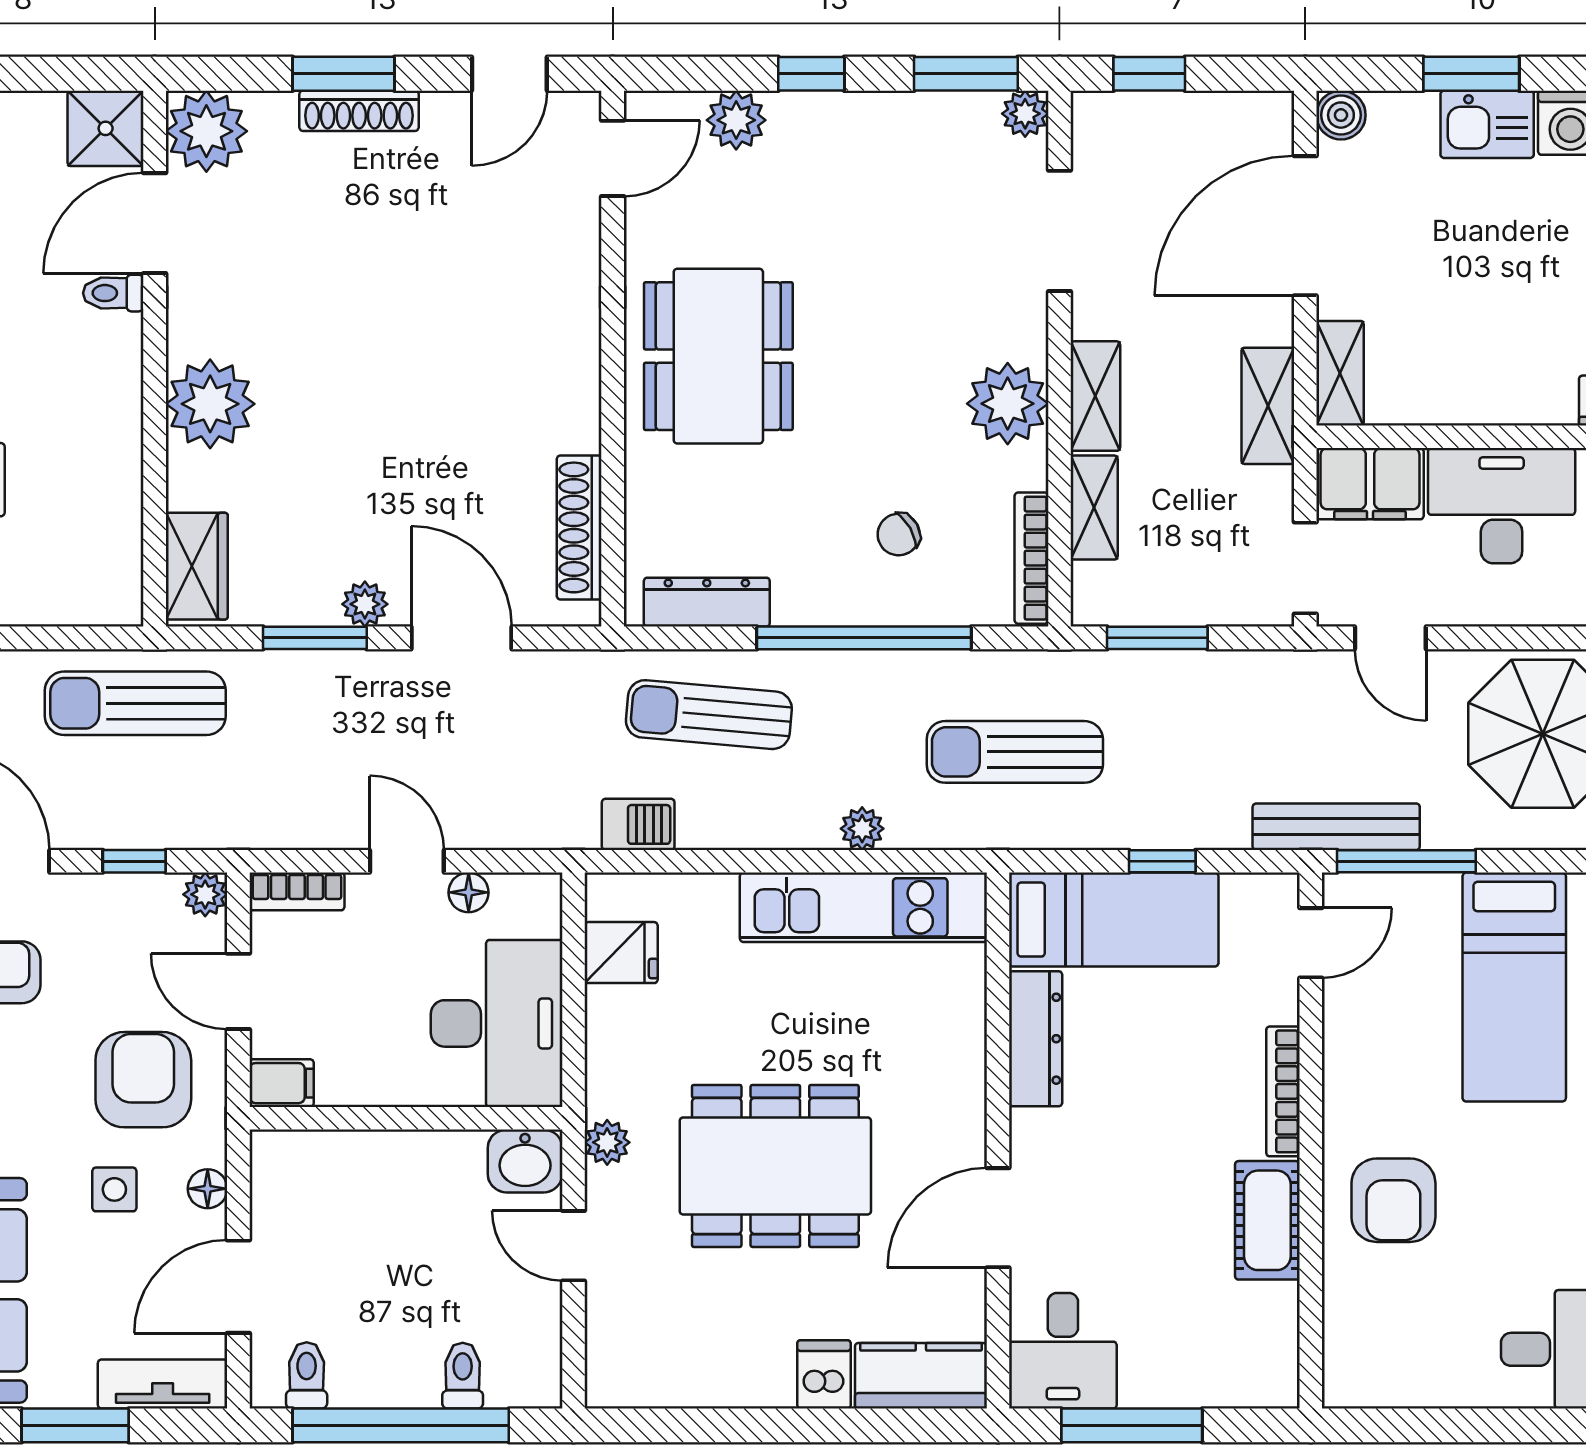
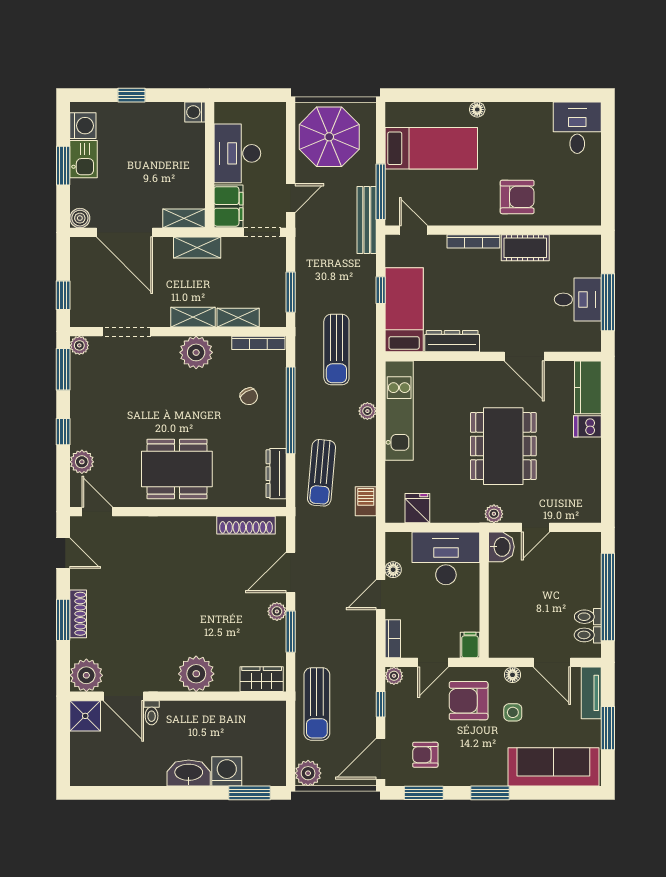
desk: (1063, 1351) -> (578, 299), moved
toilet: (463, 1376) -> (588, 617), moved

